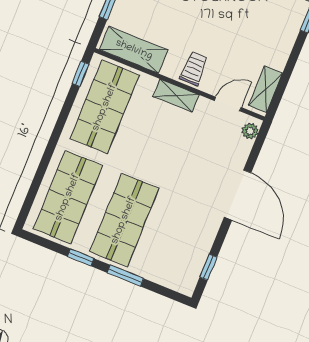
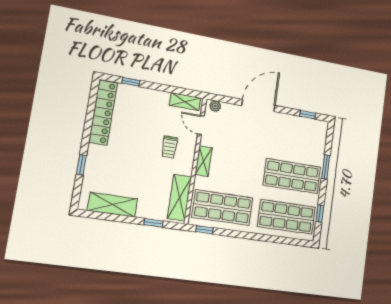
trolley: (194, 69) -> (169, 147), moved, turned -90
window: (81, 257) -> (320, 214), moved

